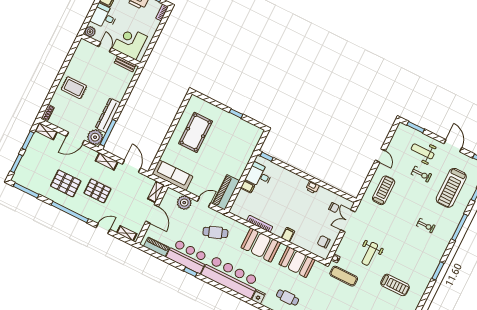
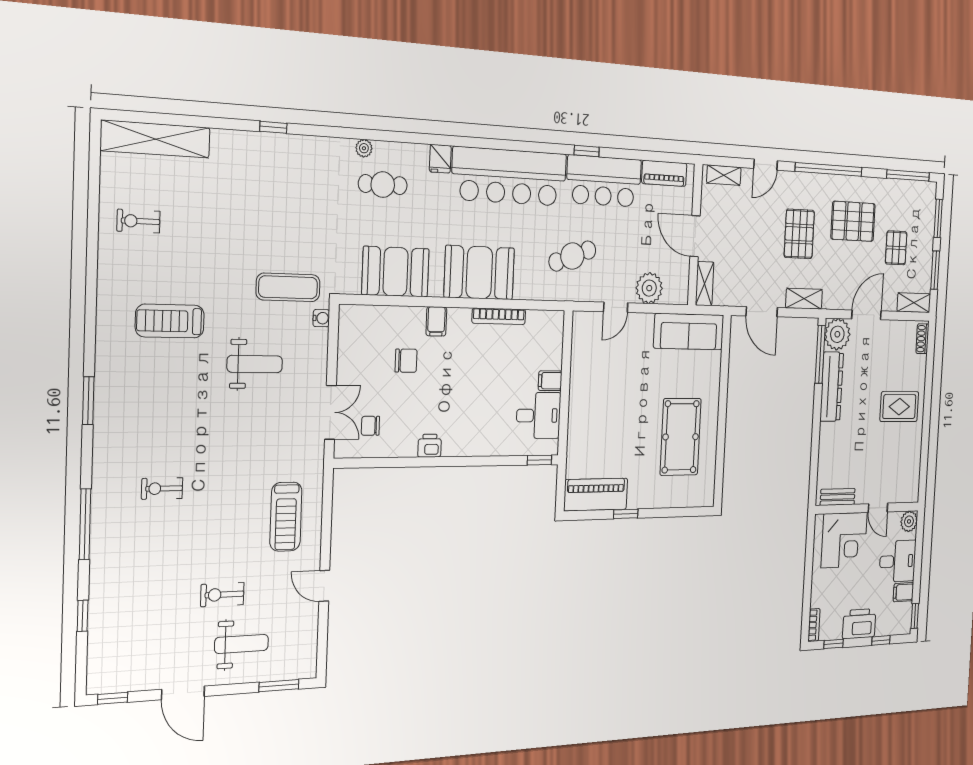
pallet: (46, 161) -> (896, 248), added
treadmill: (451, 188) -> (144, 601), removed
pallet: (97, 191) -> (799, 234), turned 90
piano: (226, 192) -> (596, 495), moved, turned -90
chair: (324, 242) -> (406, 361), moved
weight bench: (370, 254) -> (255, 364), turned 90

